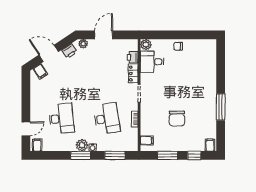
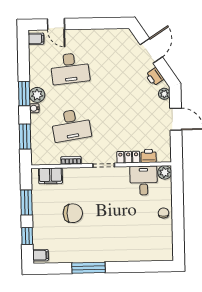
filing cabinet: (40, 72) -> (128, 41), removed
chair: (177, 119) -> (73, 213), turned 180
filing cabinet: (147, 140) -> (50, 176), width x2.00

